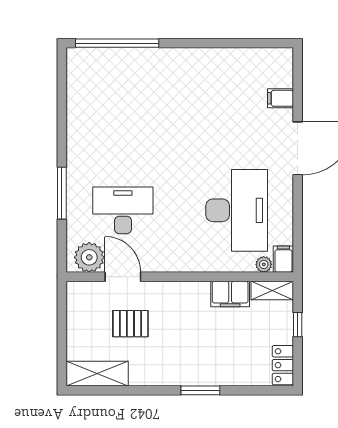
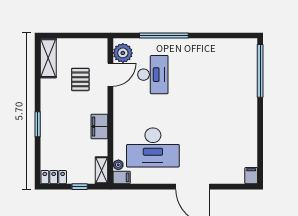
filing cabinet: (281, 98) -> (251, 176), moved
window: (62, 193) -> (164, 35), width x1.46
filing cabinet: (230, 294) -> (99, 127), moved

